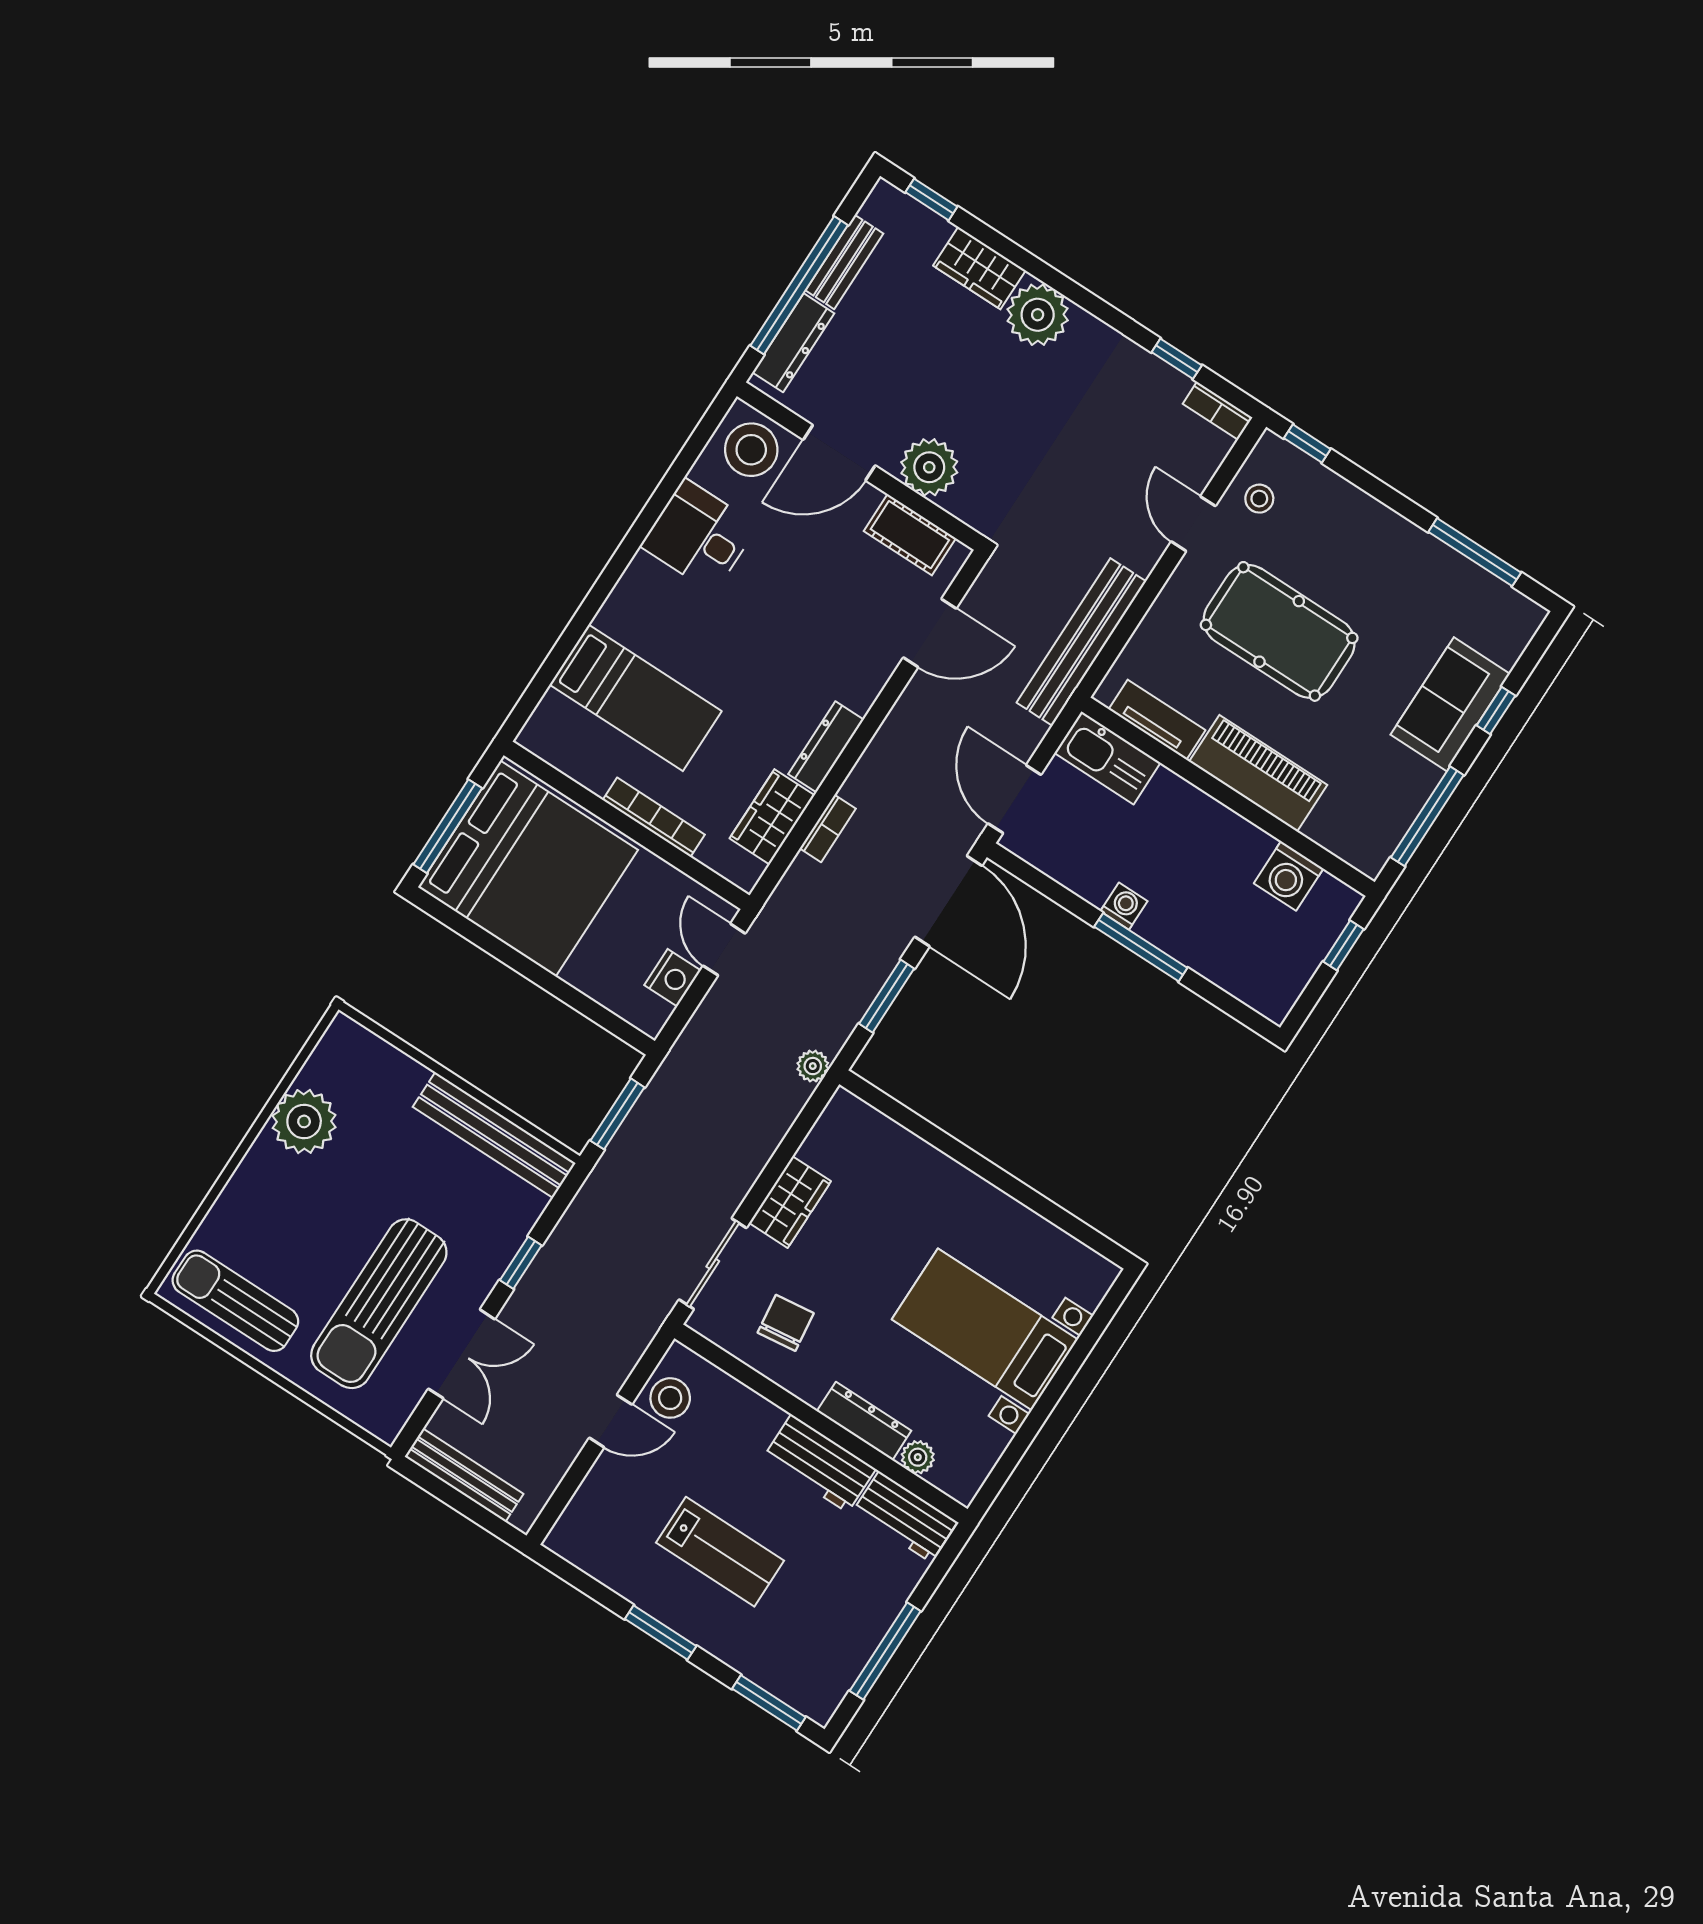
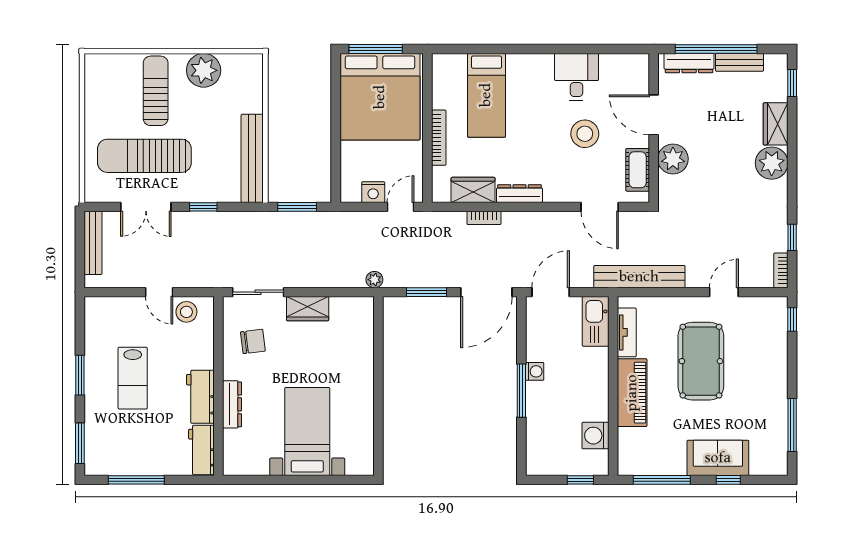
stool: (751, 450) -> (585, 134), moved
stool: (1259, 499) -> (754, 314), removed
sun lounger: (235, 1301) -> (156, 91), moved
plant: (918, 1457) -> (231, 439), removed

